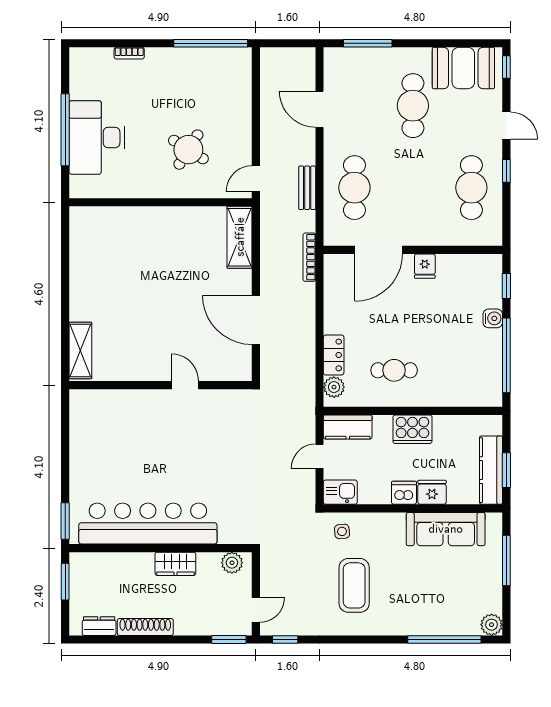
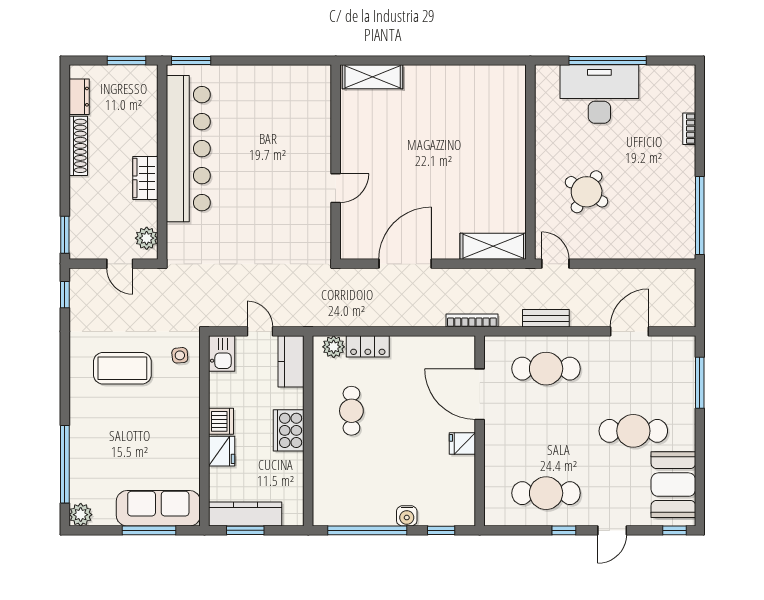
sofa: (446, 529) -> (158, 508), moved, turned 90
door: (256, 610) -> (120, 264), moved

